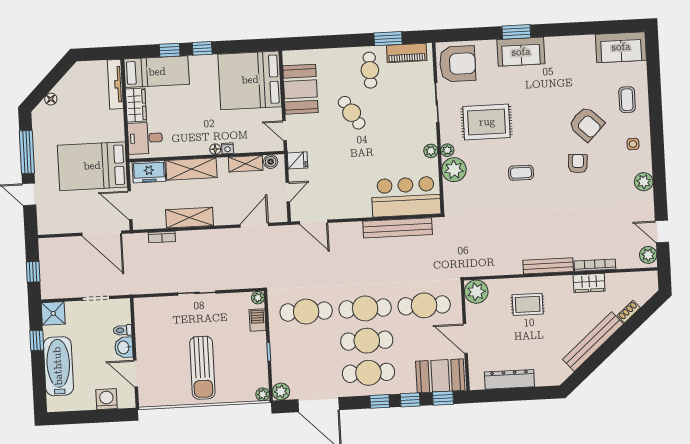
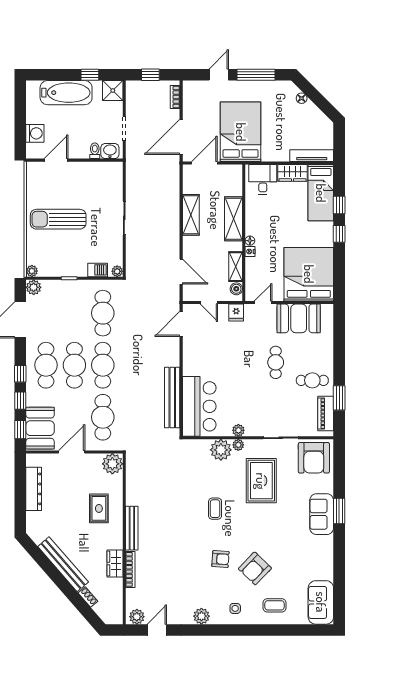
cafe table: (352, 113) -> (276, 362), turned -59
freezer: (149, 172) -> (233, 181), removed
bookcase: (162, 237) -> (175, 97), moved
washbasin: (124, 347) -> (110, 151), moved

